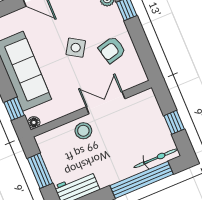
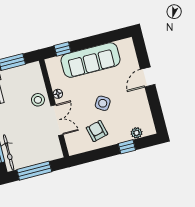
floor lamp: (34, 122) -> (58, 94), moved
window: (174, 122) -> (34, 171), width x2.17

